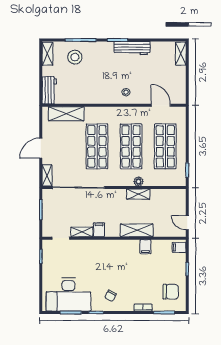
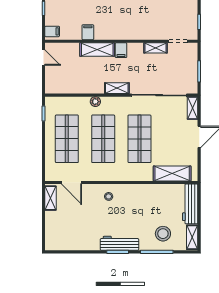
workbench: (132, 48) -> (119, 243), moved
shelving: (181, 54) -> (50, 198), moved
workbench: (49, 90) -> (190, 204), width x1.37
shelving: (138, 194) -> (117, 88), moved
filing cabinet: (99, 230) -> (121, 50), moved

